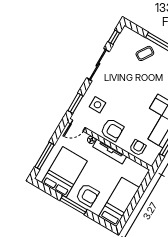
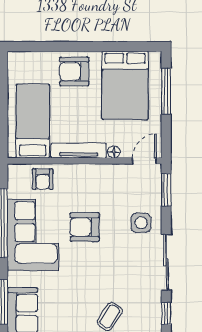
side table: (98, 105) -> (141, 223), moved
armchair: (112, 130) -> (85, 227), moved
bed: (119, 202) -> (33, 121), moved, turned 180
window: (73, 205) -> (85, 47), removed

